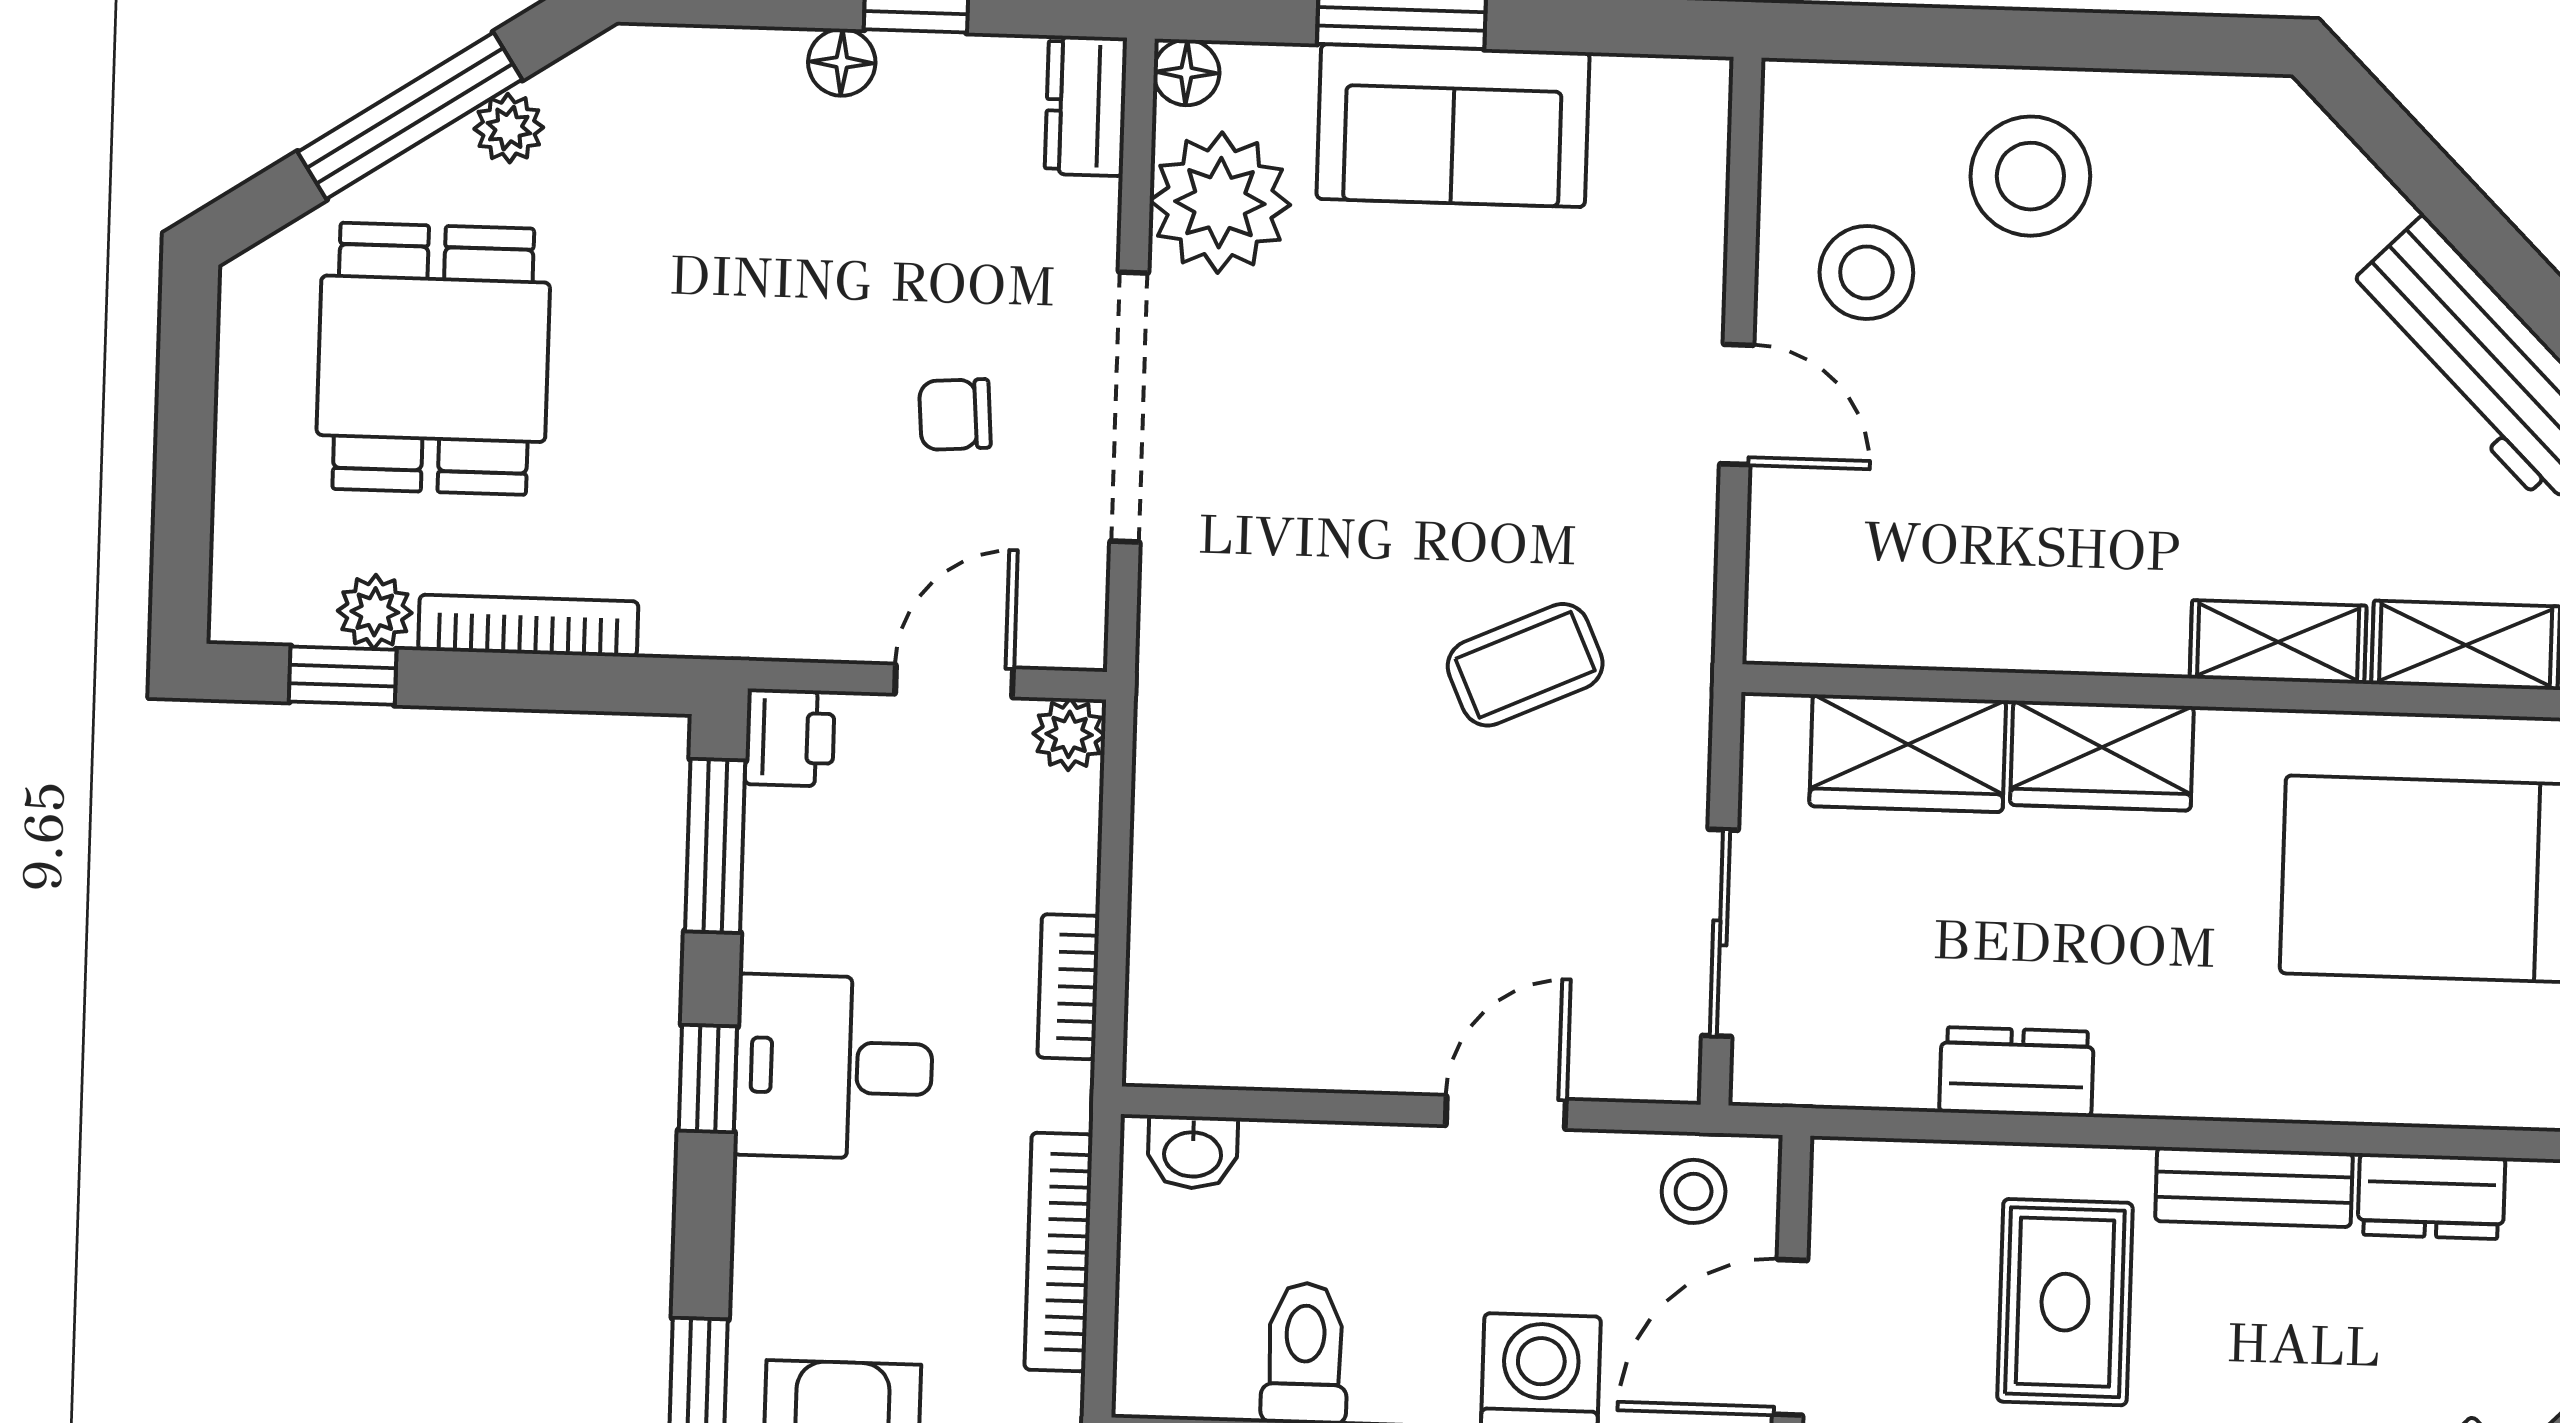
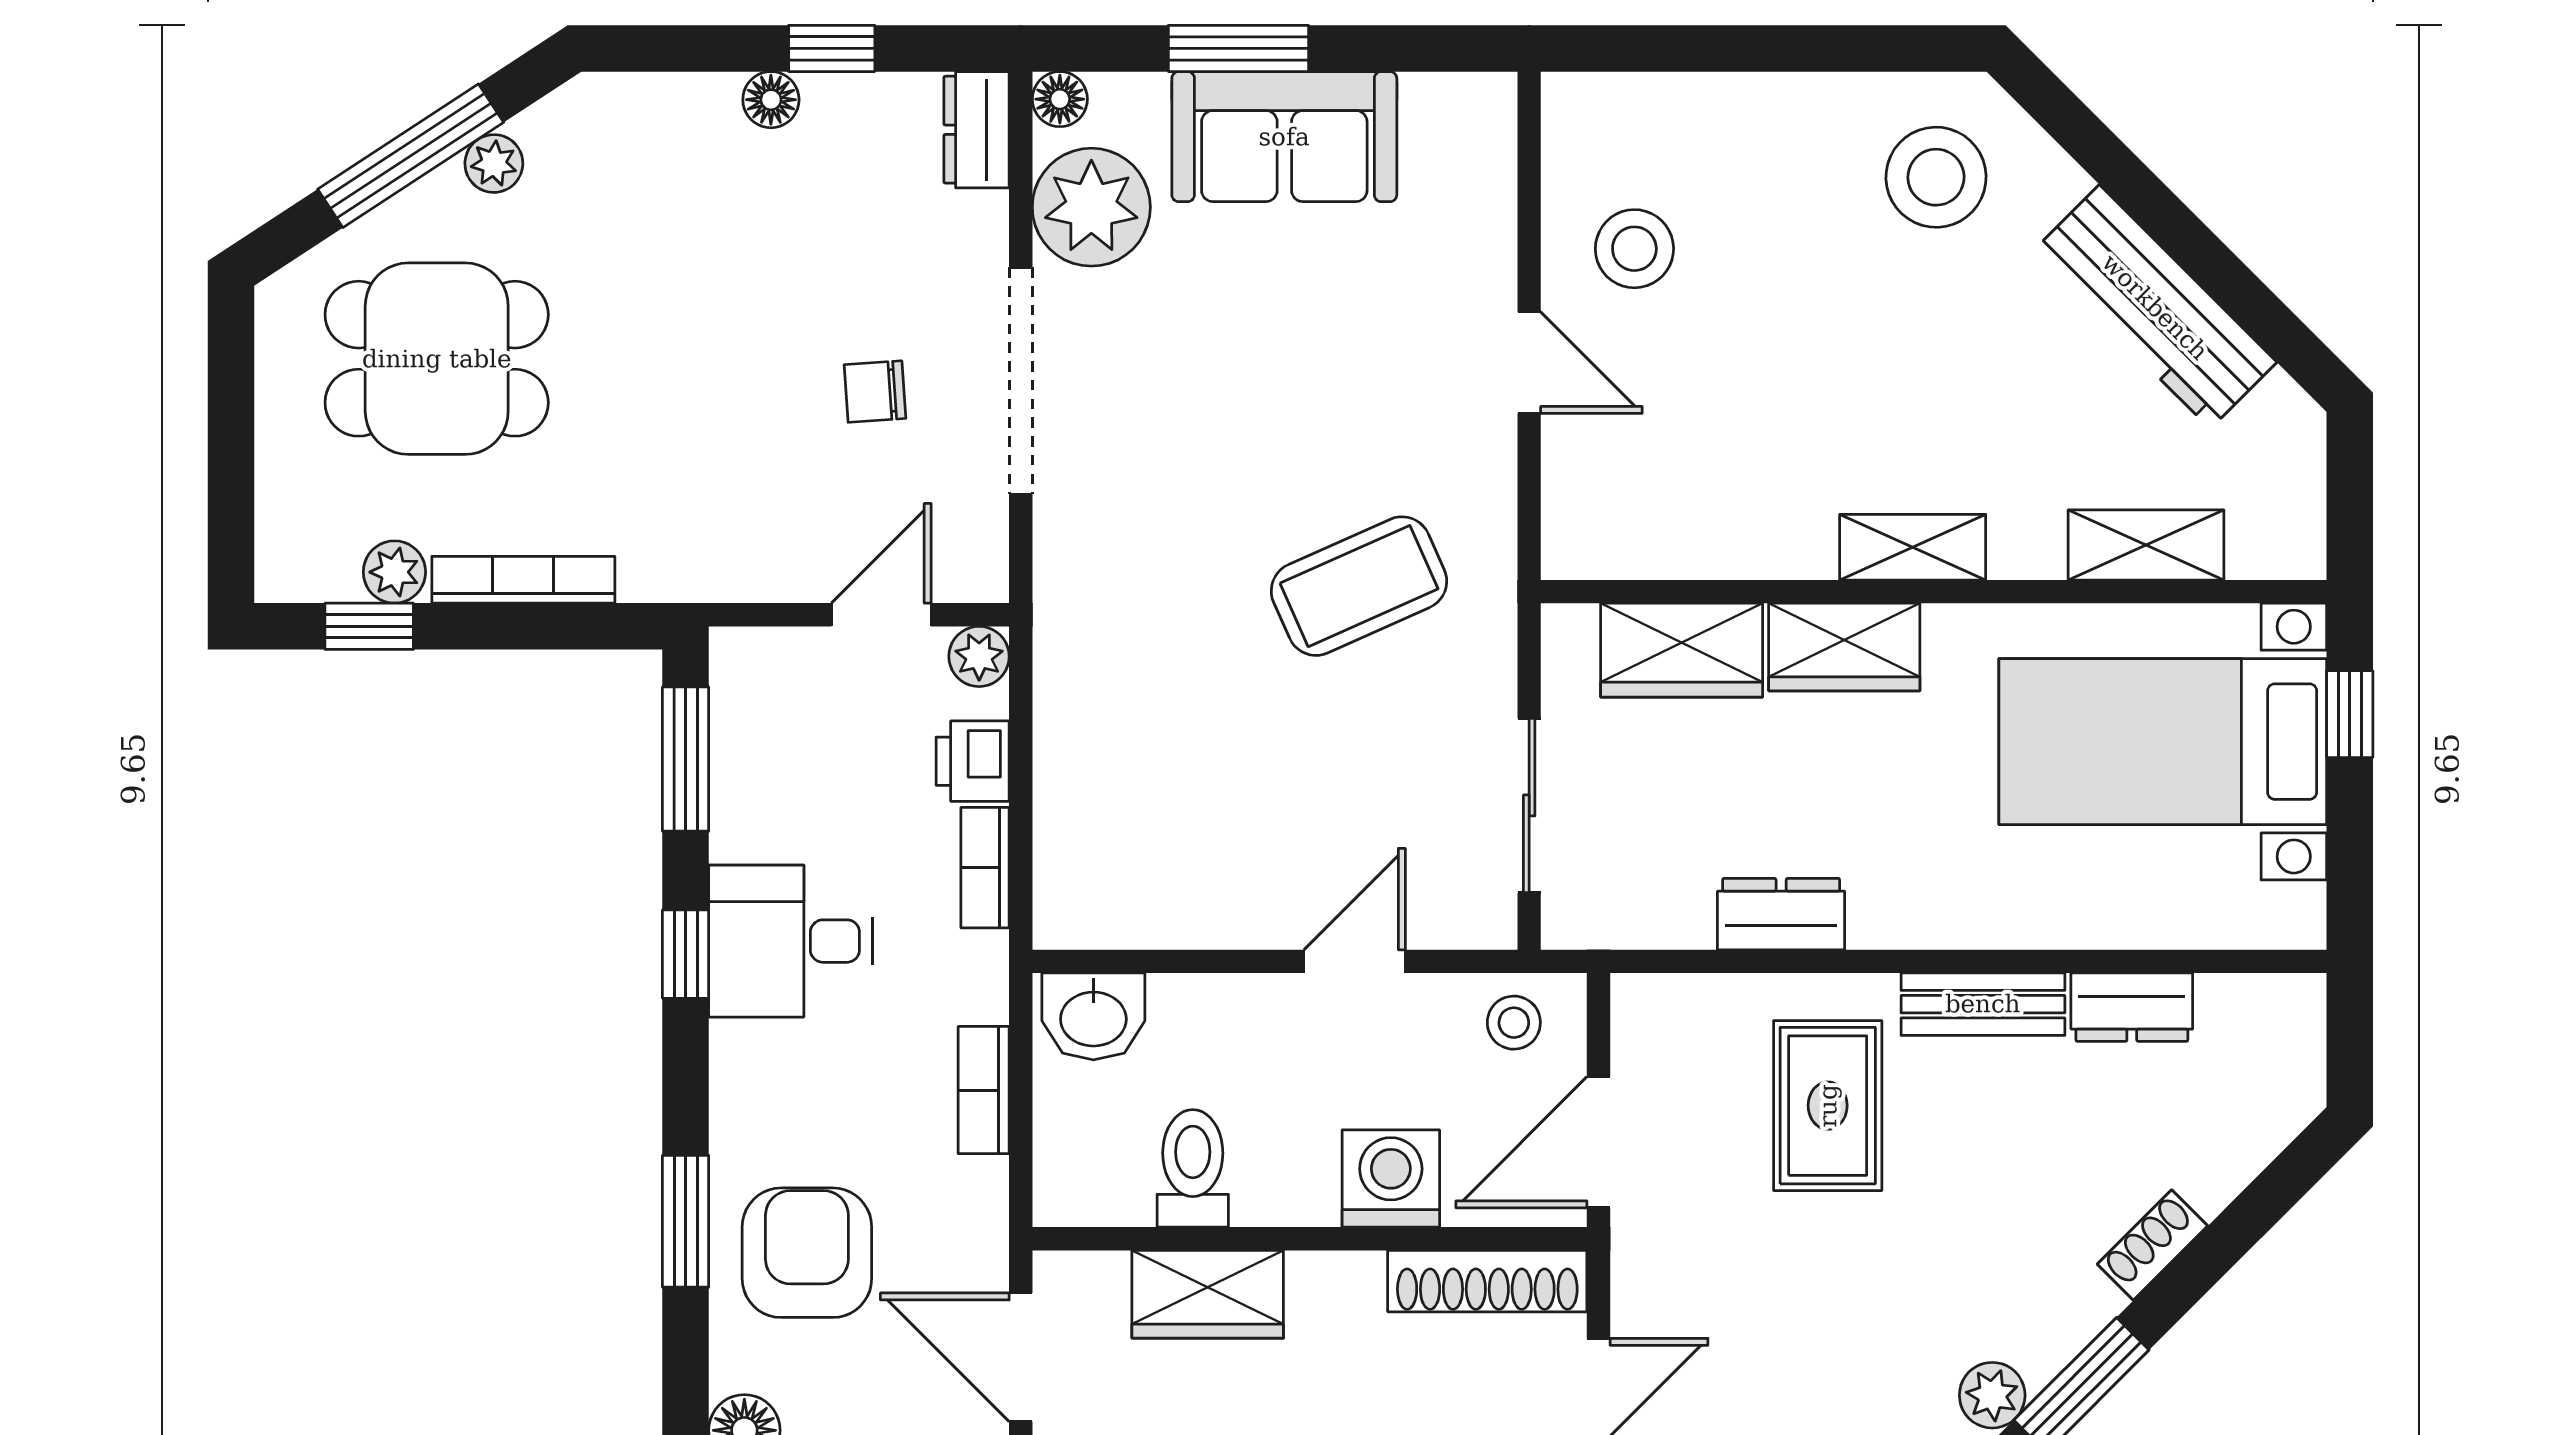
stool: (2030, 176) -> (1936, 177), moved
dining table: (433, 359) -> (437, 359), turned 90
shelving: (2278, 642) -> (1913, 547), moved
coffee table: (1525, 665) -> (1359, 586), width x1.36, depth x1.30
printer: (790, 738) -> (973, 761), moved, turned 180
washbasin: (1193, 1152) -> (1093, 1016), width x1.38, depth x1.45
bookcase: (1058, 1252) -> (984, 1090), width x0.64

